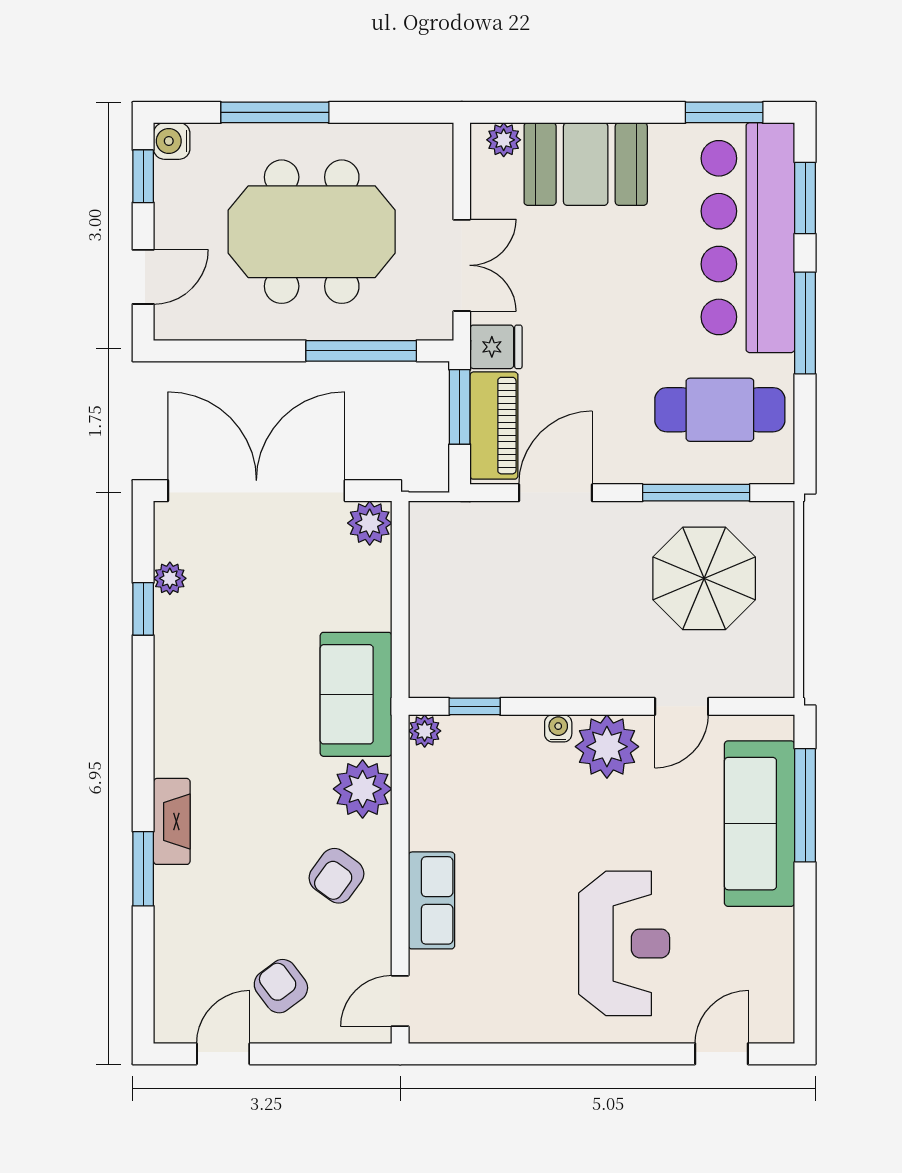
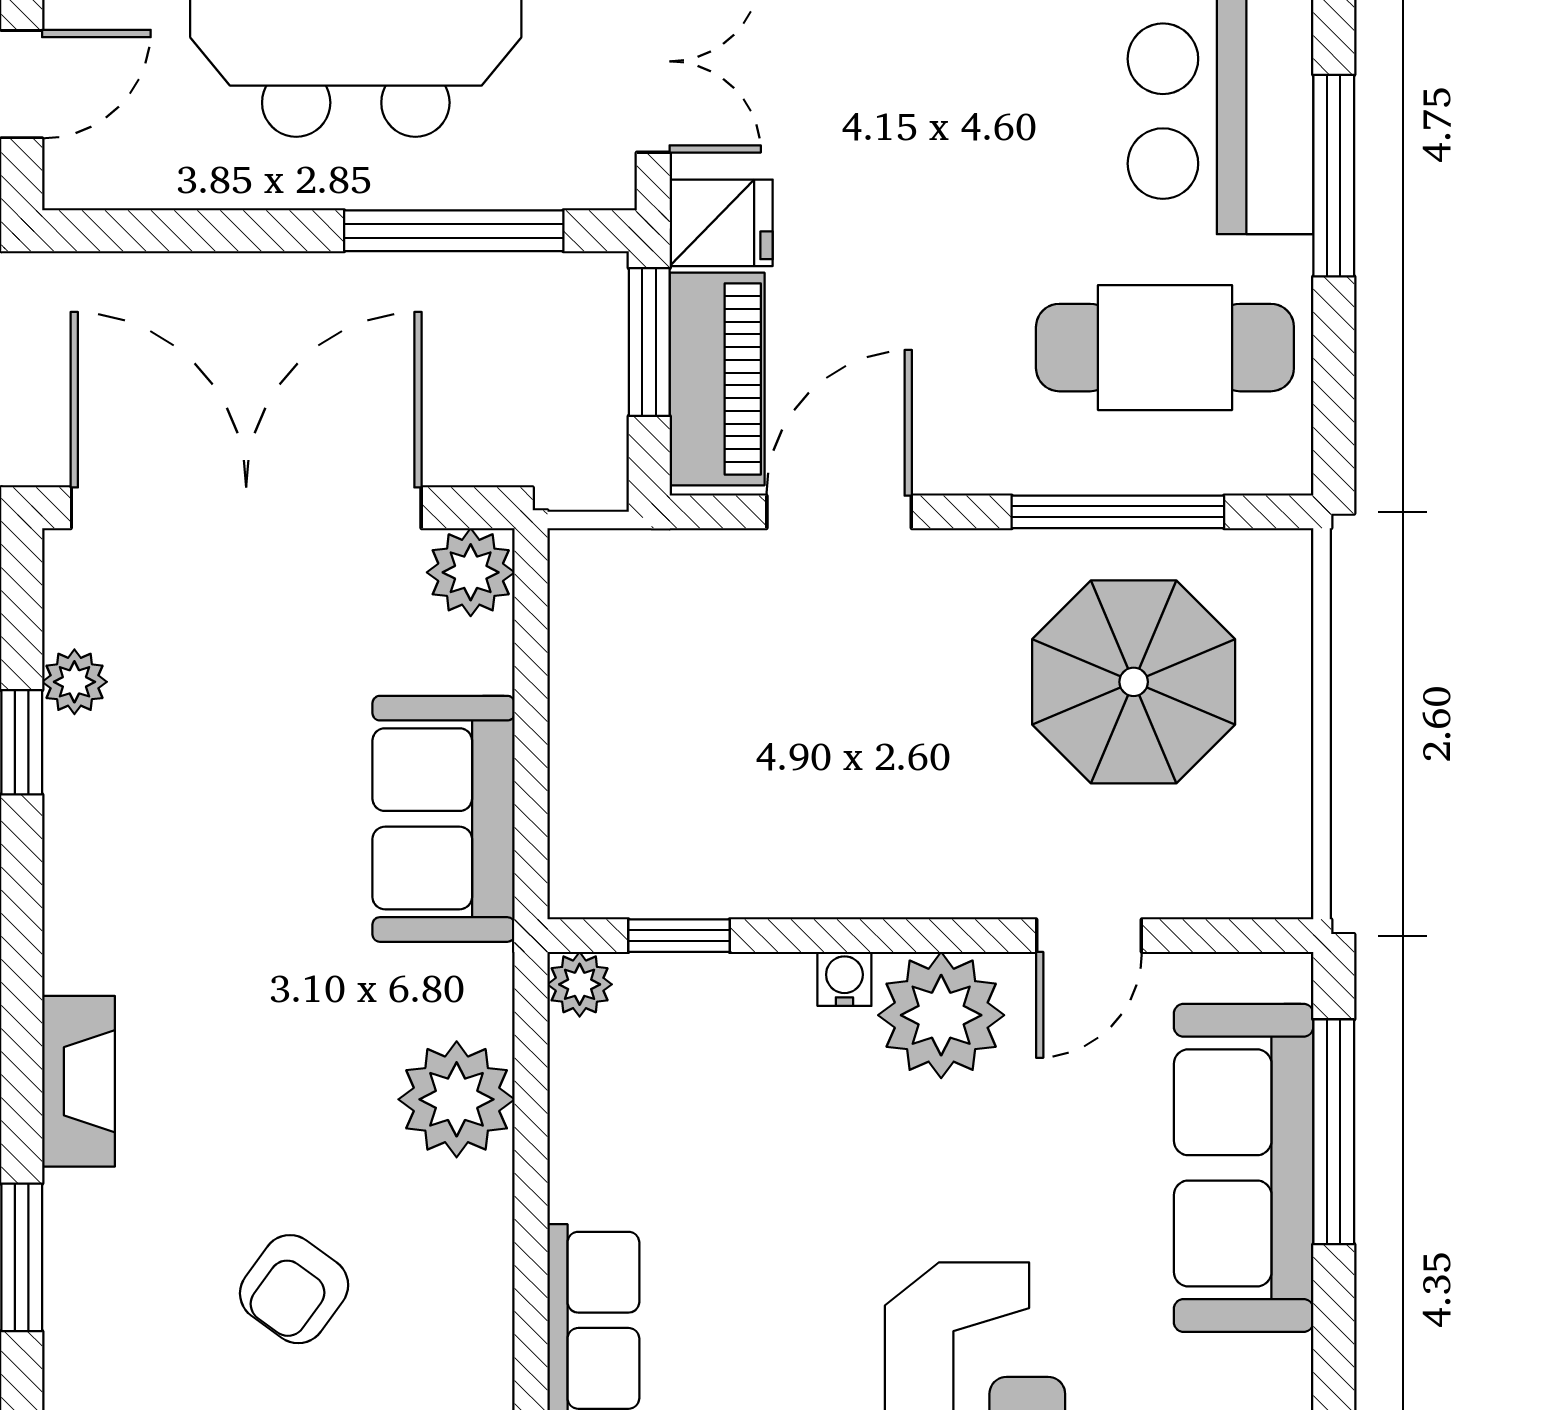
sofa: (356, 694) -> (444, 819), moved
fireplace: (172, 821) -> (78, 1081), moved
armchair: (336, 876) -> (294, 1289), moved

